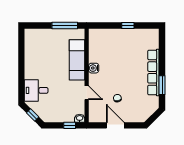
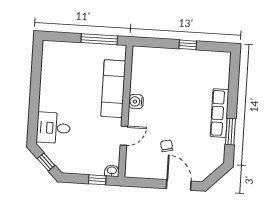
row of seats: (153, 72) -> (220, 113), width x0.73
door: (87, 93) -> (124, 136), hinge flipped
door: (115, 125) -> (179, 185), moved

